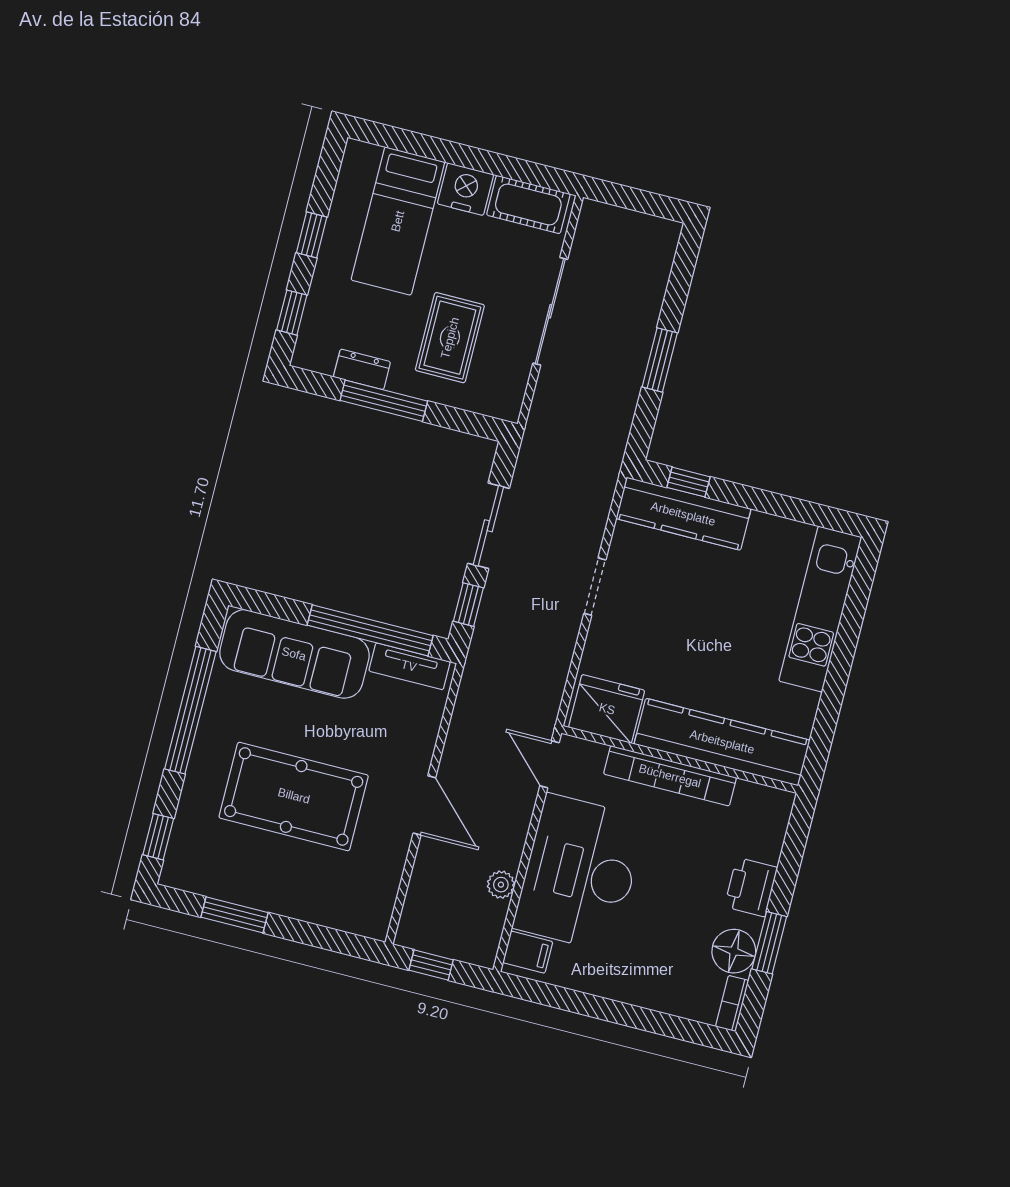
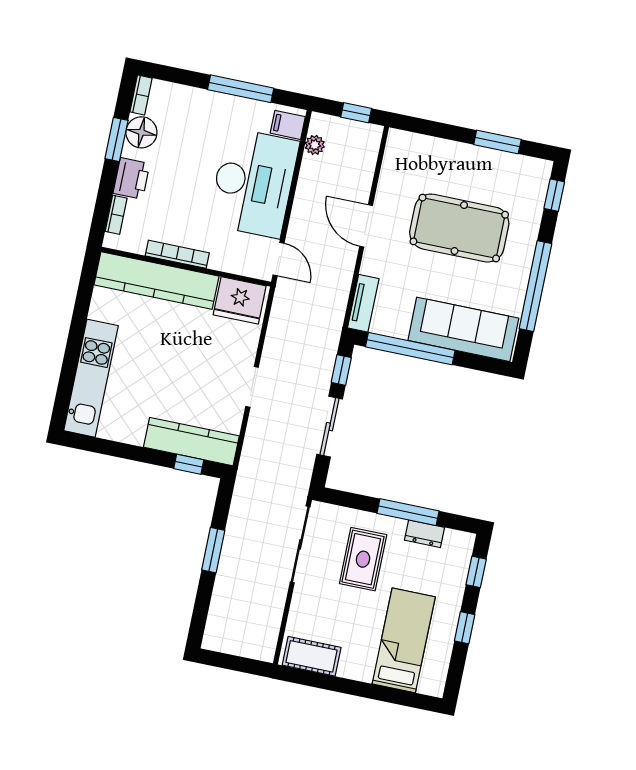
nightstand: (465, 189) -> (357, 665), removed
sliding door: (550, 311) -> (300, 544), moved
tv unit: (409, 666) -> (363, 303), moved, turned 90
bookcase: (670, 776) -> (177, 254), width x0.68, depth x0.76
bookcase: (775, 837) -> (116, 215), added
plant: (501, 885) -> (315, 145), moved
window: (592, 1006) -> (241, 89), added

